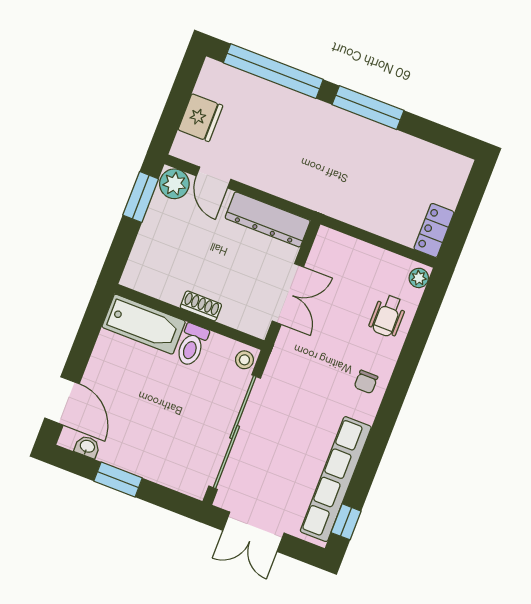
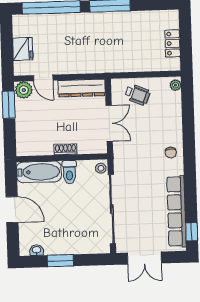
locker: (434, 230) -> (172, 43), moved
wheelchair: (388, 316) -> (137, 95), moved, turned -68
door: (62, 401) -> (12, 210), moved

